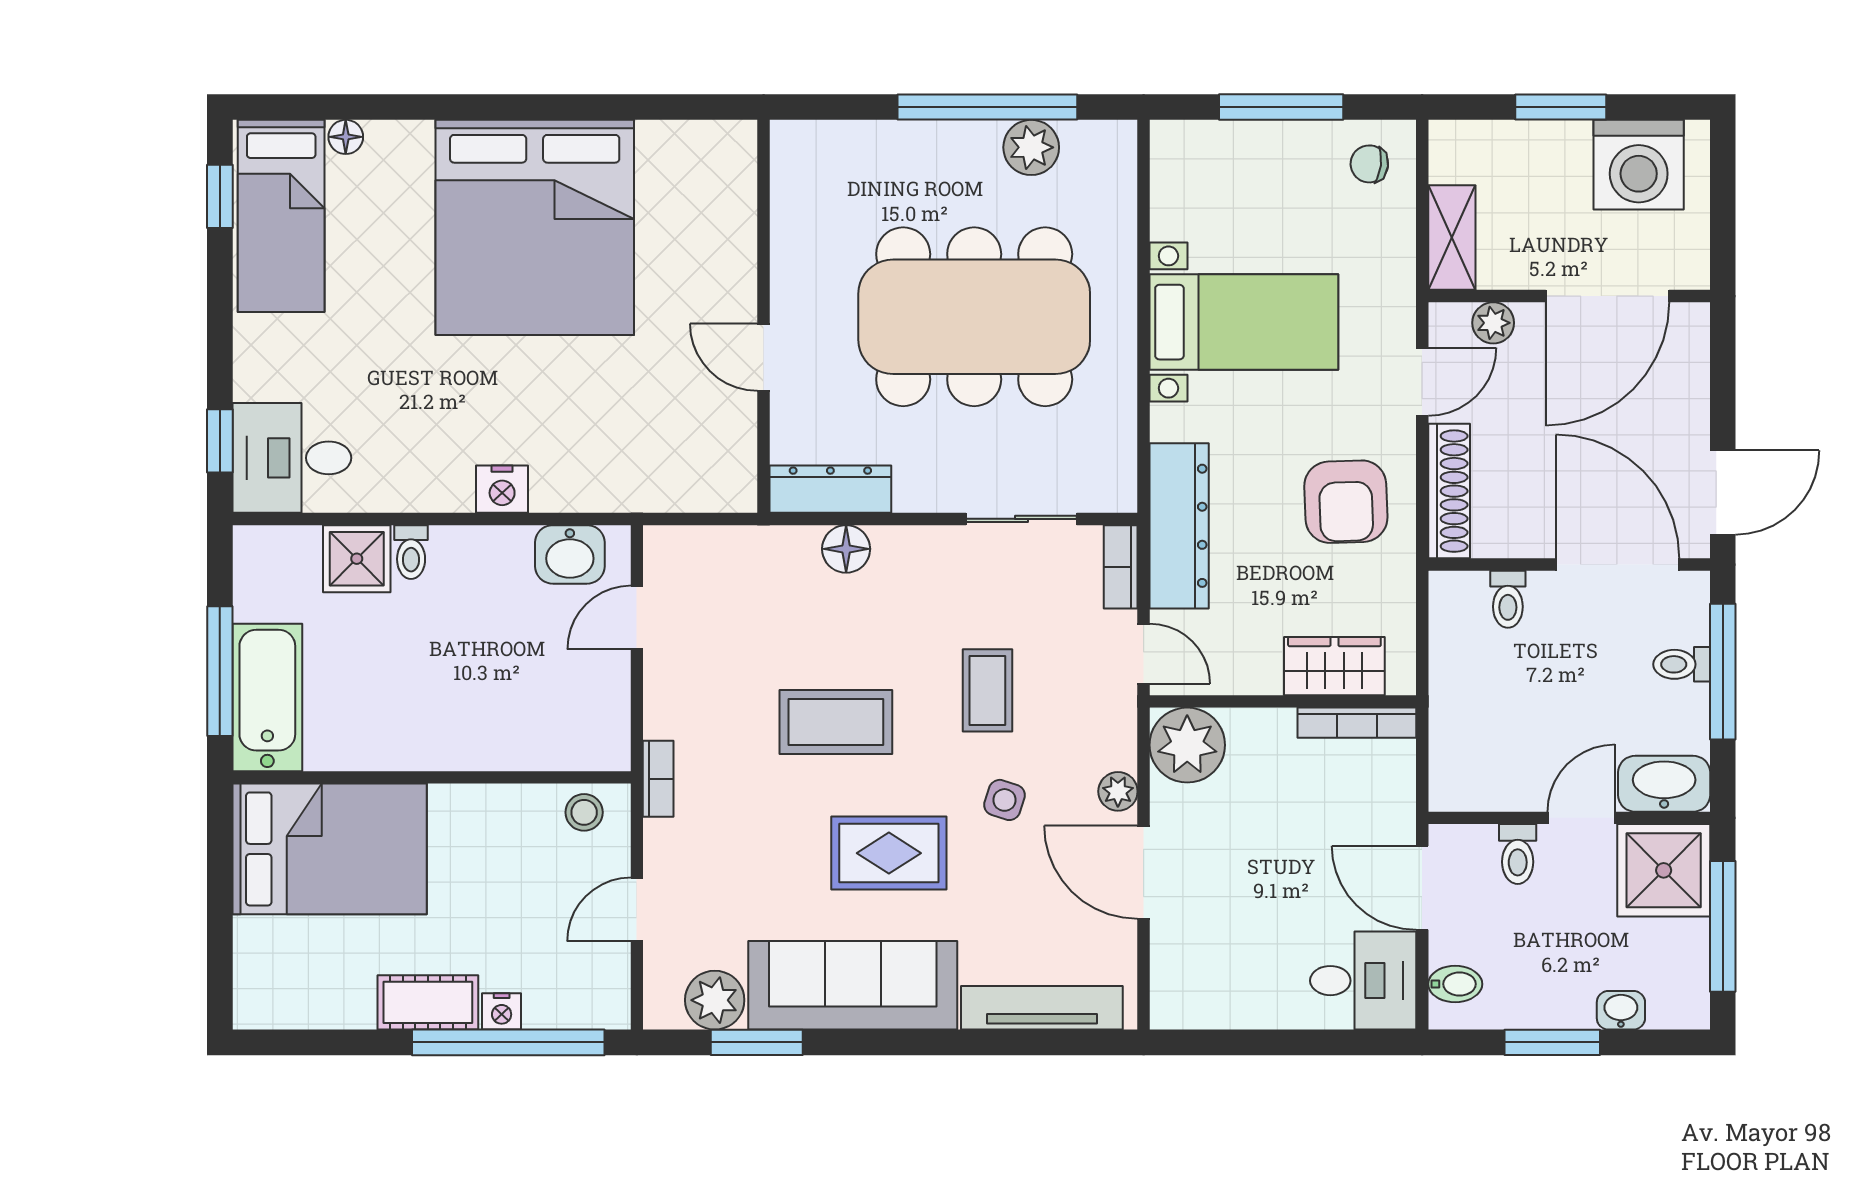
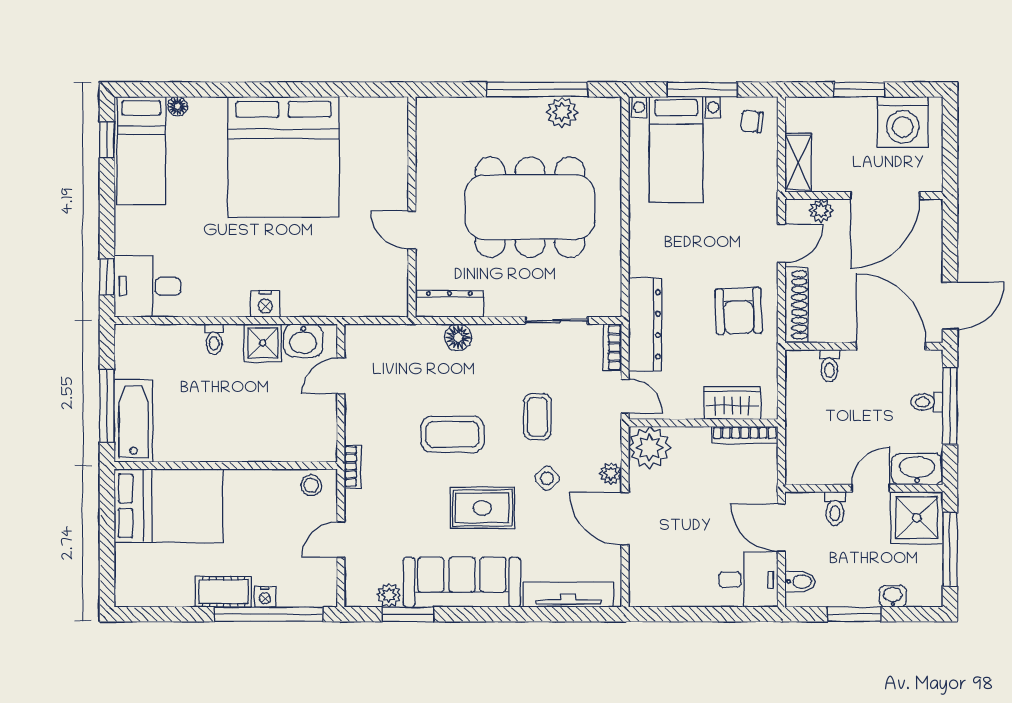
bed with nightstands: (1244, 322) -> (676, 150), moved, turned 90
shower: (357, 559) -> (263, 343), moved
side table: (1004, 800) -> (547, 478), turned 33
plant: (715, 1000) -> (389, 595), width x0.73, depth x0.73

